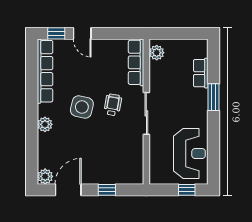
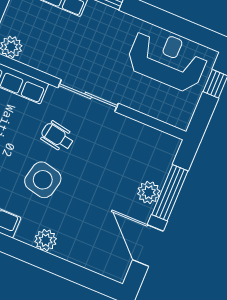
plant: (45, 176) -> (149, 192), moved
window: (107, 190) -> (170, 193), width x2.17

